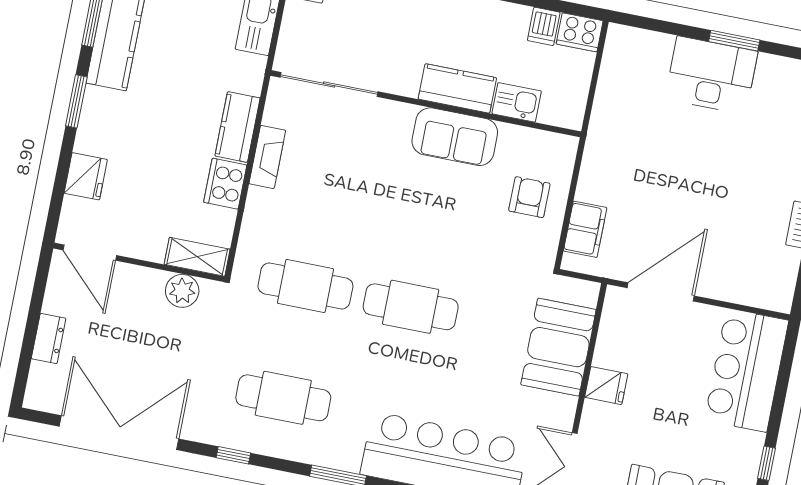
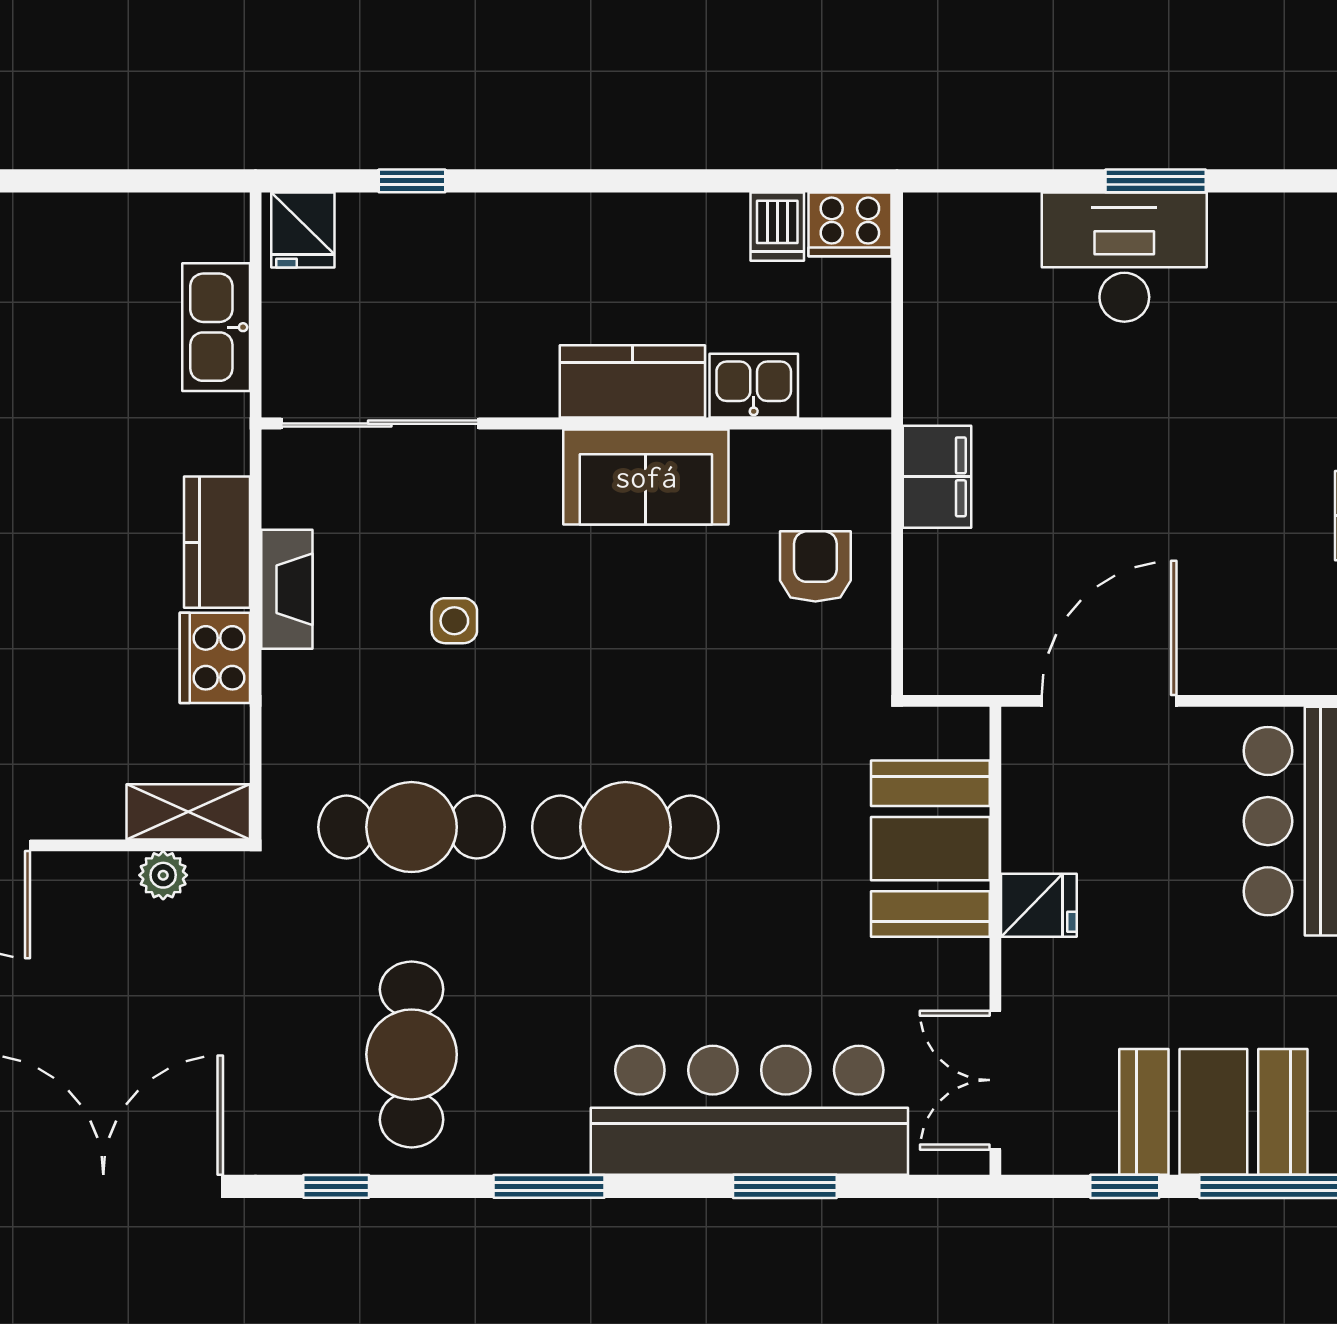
side table: (347, 189) -> (454, 621), added
filing cabinet: (585, 229) -> (937, 477), moved
plant: (182, 291) -> (163, 875), width x0.73, depth x0.73
cafe table: (283, 398) -> (412, 1054), turned 90

